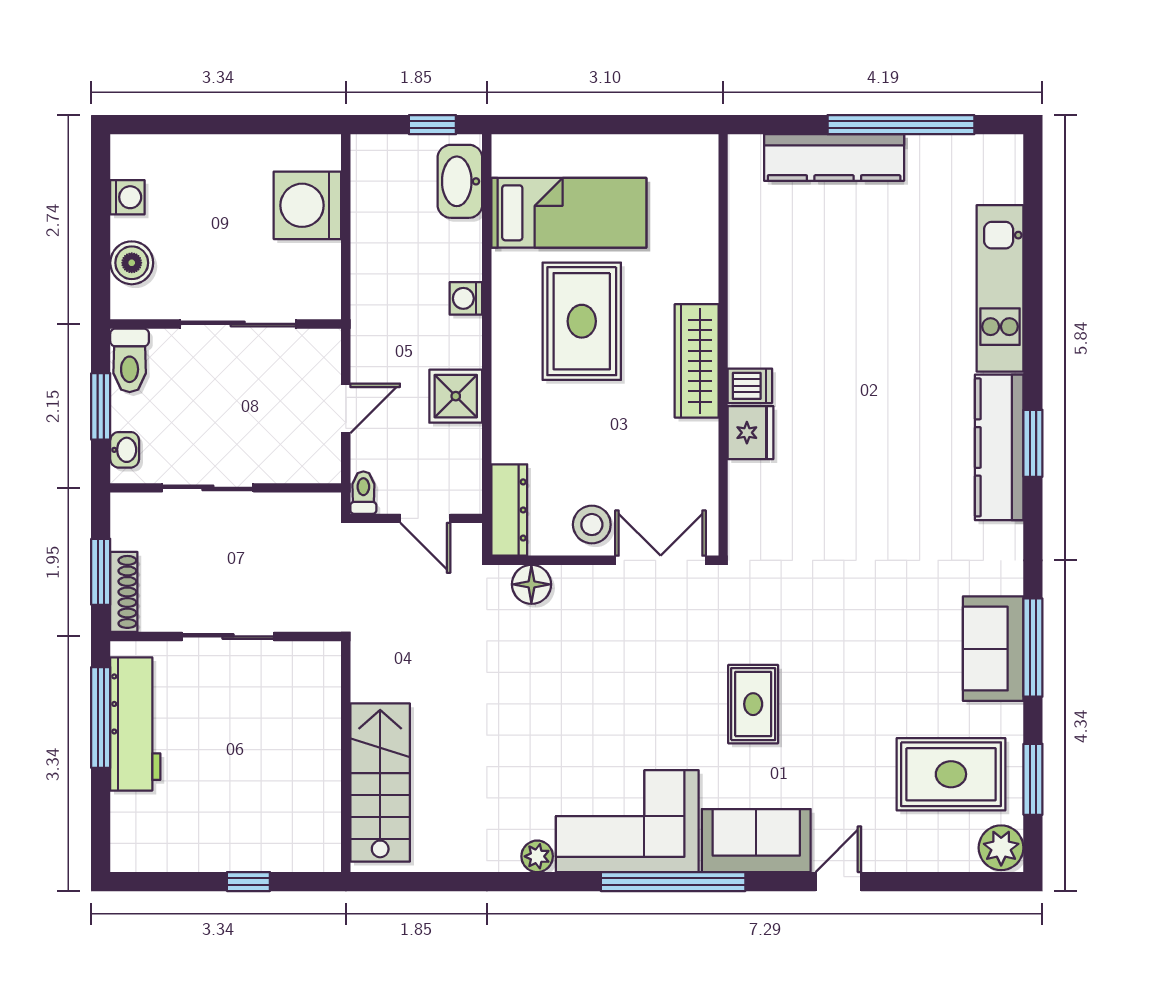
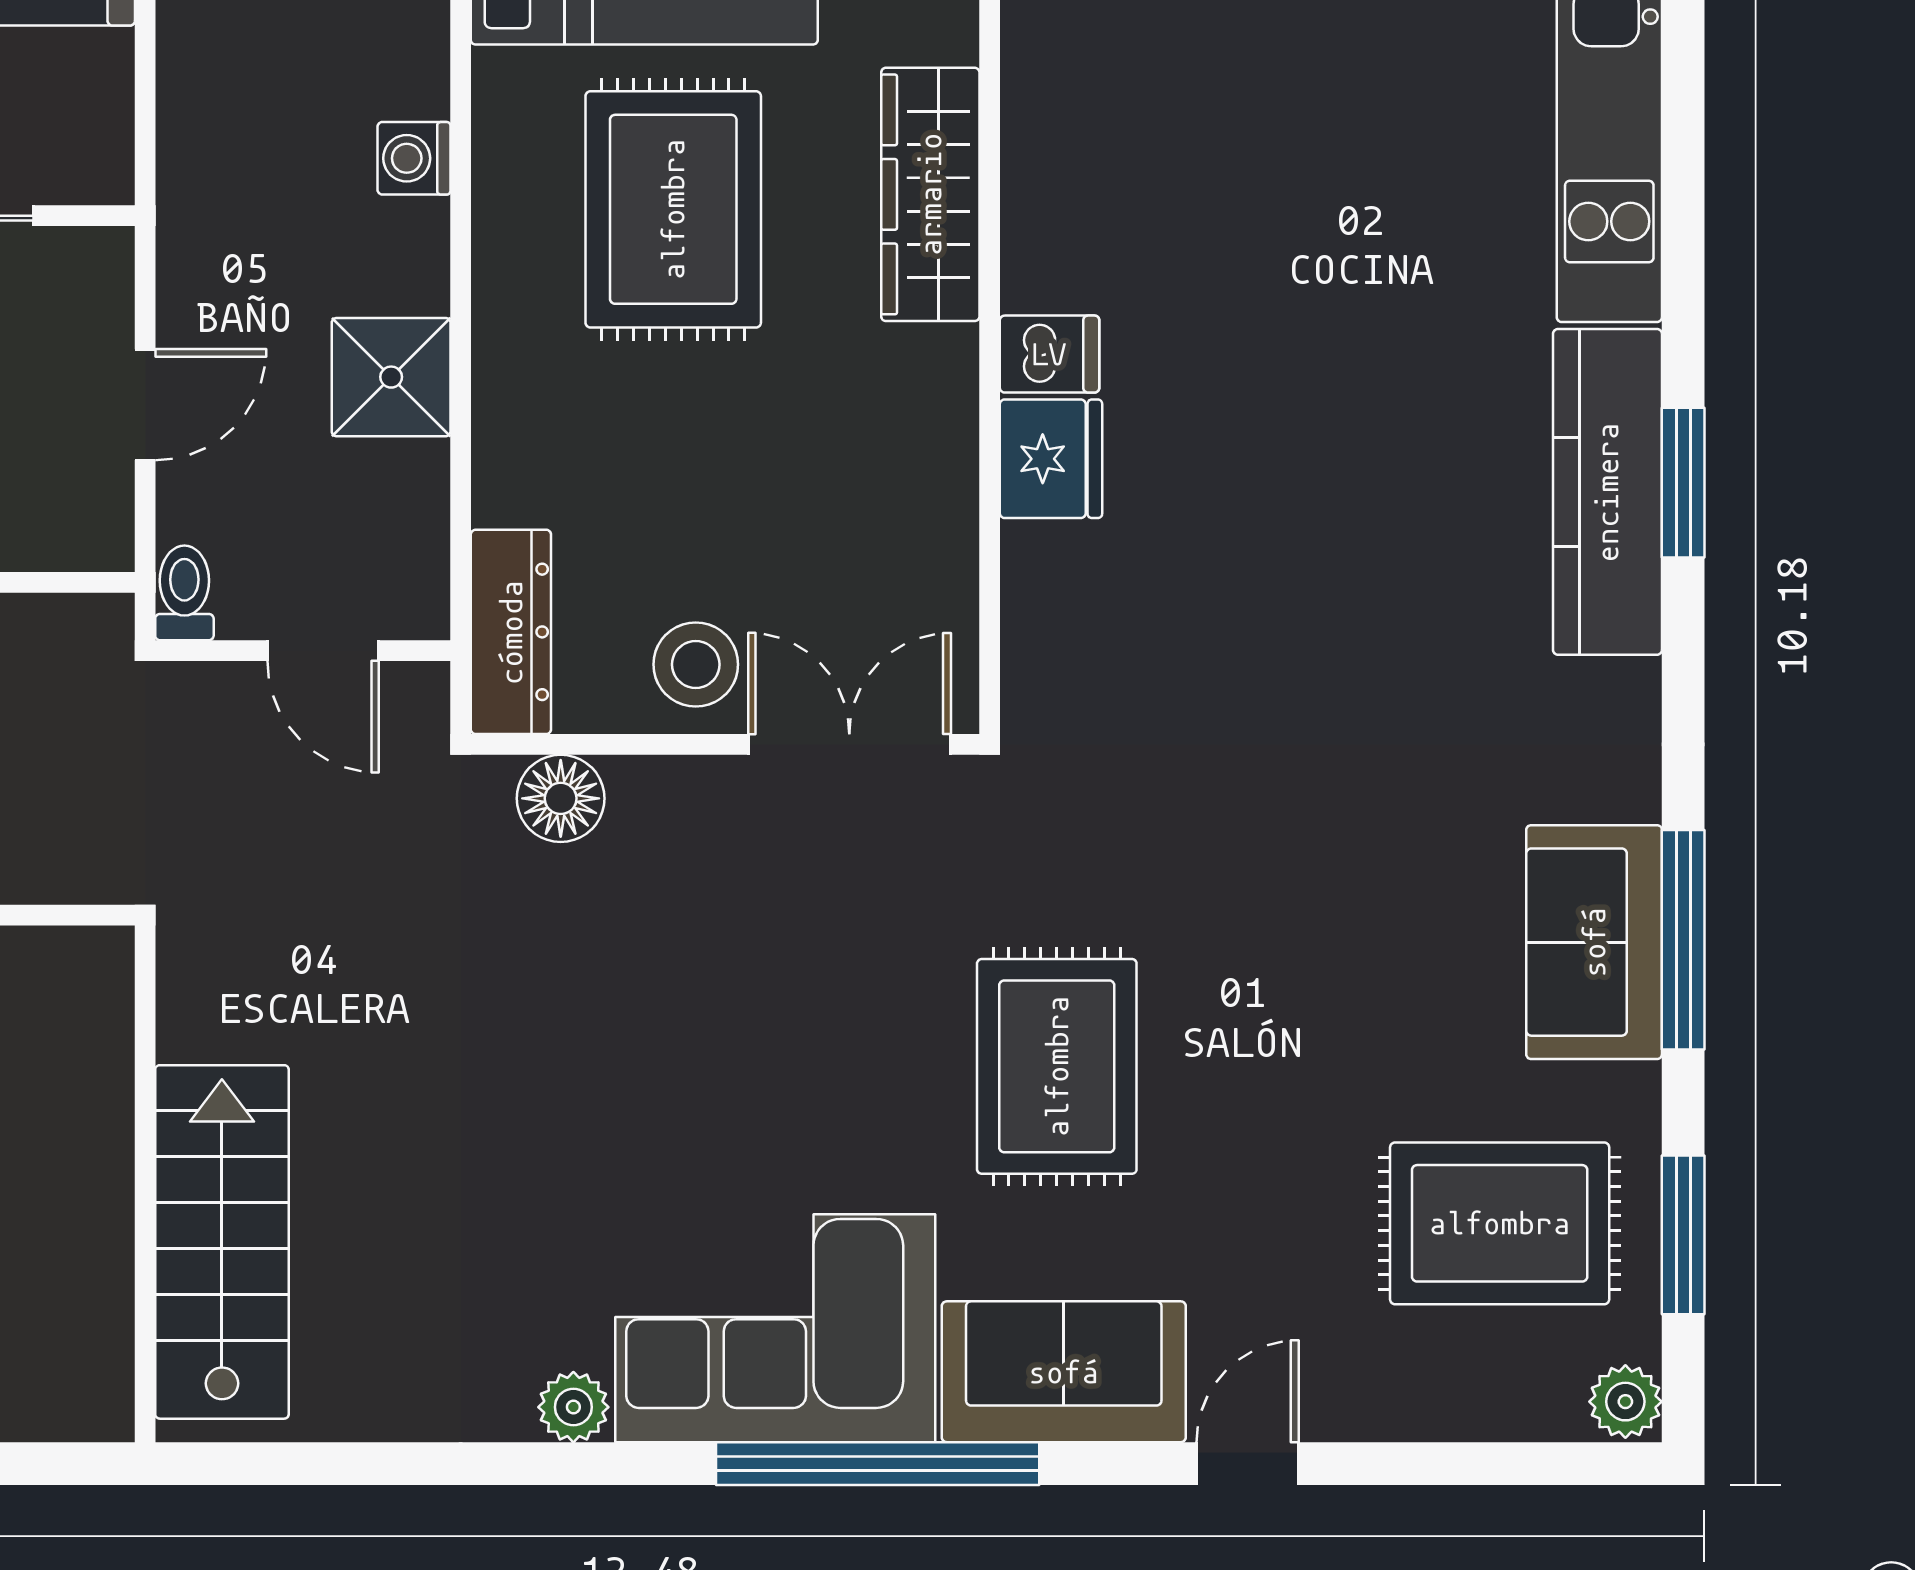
wardrobe: (697, 361) -> (930, 194), moved
rug: (753, 704) -> (1057, 1066), width x1.36, depth x1.43
plant: (1001, 848) -> (1625, 1402), width x0.73, depth x0.73

